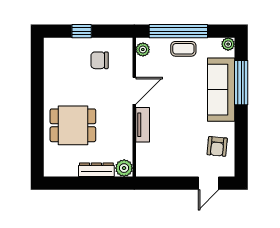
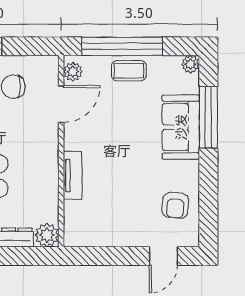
sofa: (221, 90) -> (181, 127), width x0.73
door: (134, 91) -> (61, 104), moved

